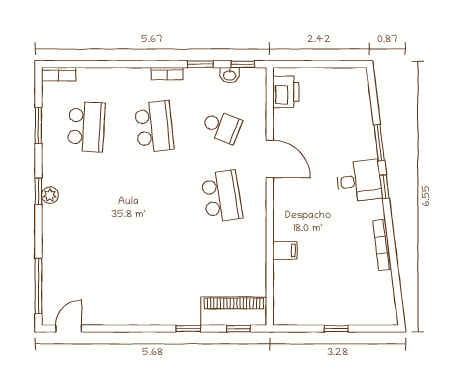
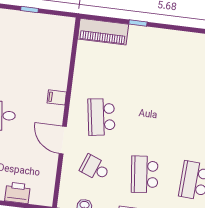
printer: (286, 92) -> (17, 193), moved, turned 90
filing cabinet: (285, 250) -> (57, 97), moved
window: (239, 329) -> (101, 18), removed

